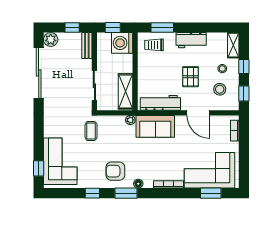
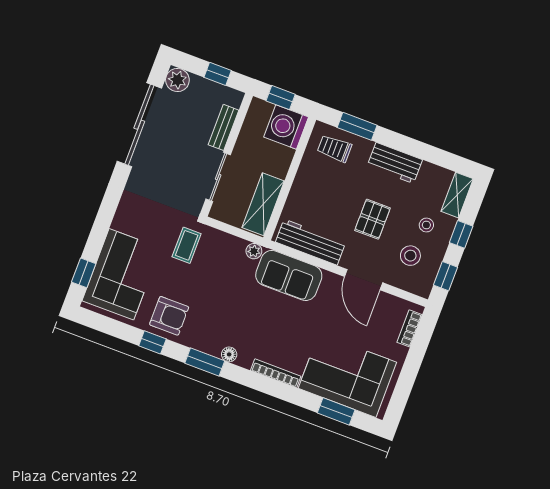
bench: (87, 46) -> (224, 127), moved
armchair: (115, 171) -> (169, 316), moved, turned 180

